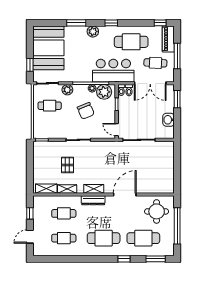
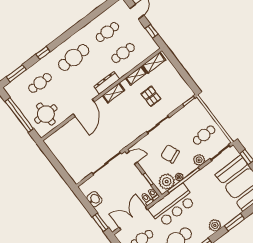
cafe table: (143, 238) -> (40, 83), width x0.73, depth x0.74

